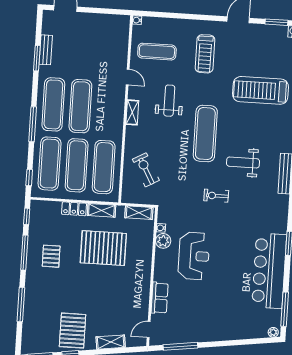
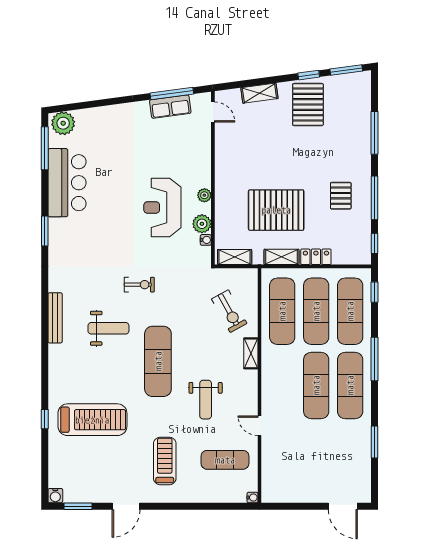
bench: (46, 50) -> (364, 453), removed
shelving: (132, 112) -> (251, 353), moved
plant: (160, 264) -> (204, 195), added
bar counter: (269, 271) -> (67, 183), width x0.73
row of seats: (160, 298) -> (170, 107), moved, turned -98
door: (149, 329) -> (213, 112), hinge flipped
plant: (273, 332) -> (63, 123), width x1.87, depth x1.87

